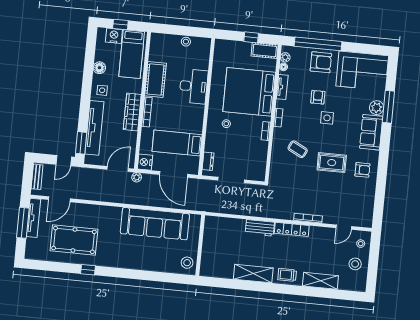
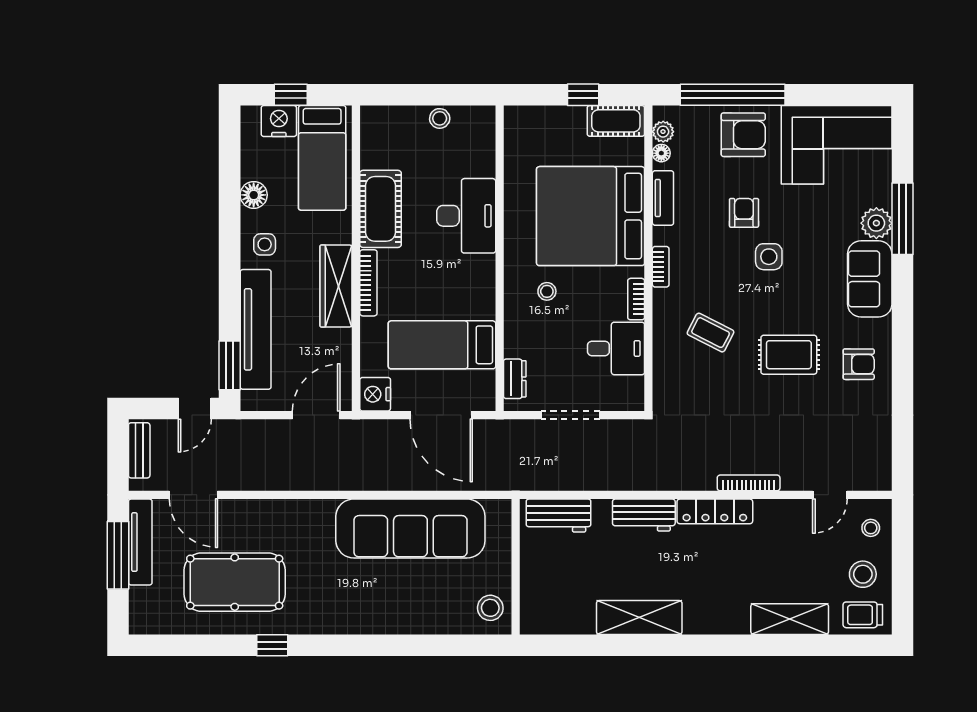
desk: (255, 152) -> (616, 348), added
plant: (137, 177) -> (360, 430), removed
door: (59, 199) -> (193, 495), hinge flipped
workbench: (222, 224) -> (558, 516), added
trolley: (287, 275) -> (863, 615), moved

